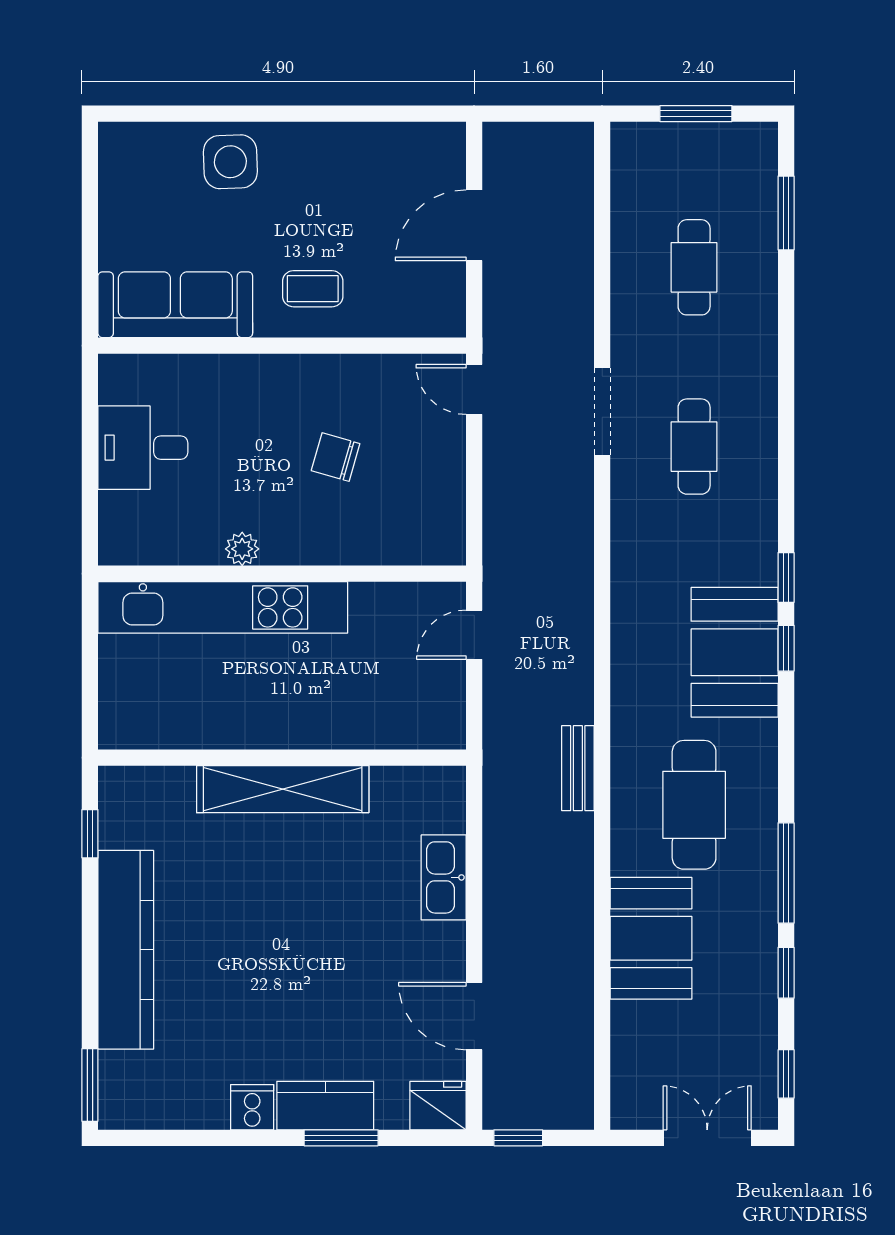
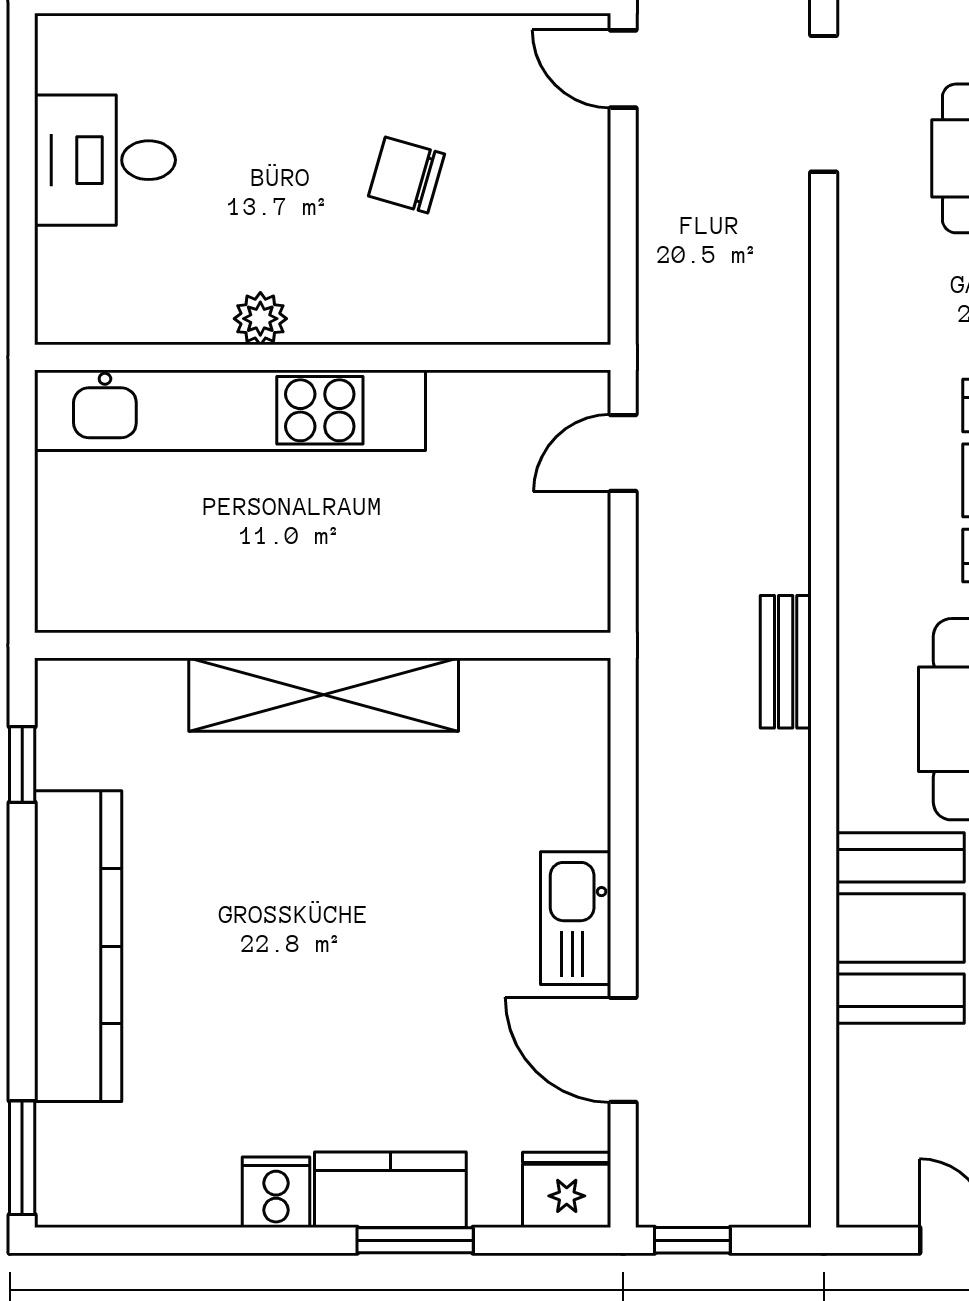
kitchen sink: (444, 877) -> (576, 918), moved

